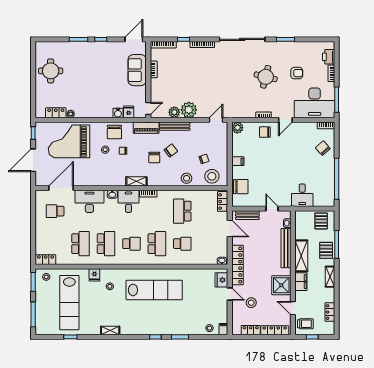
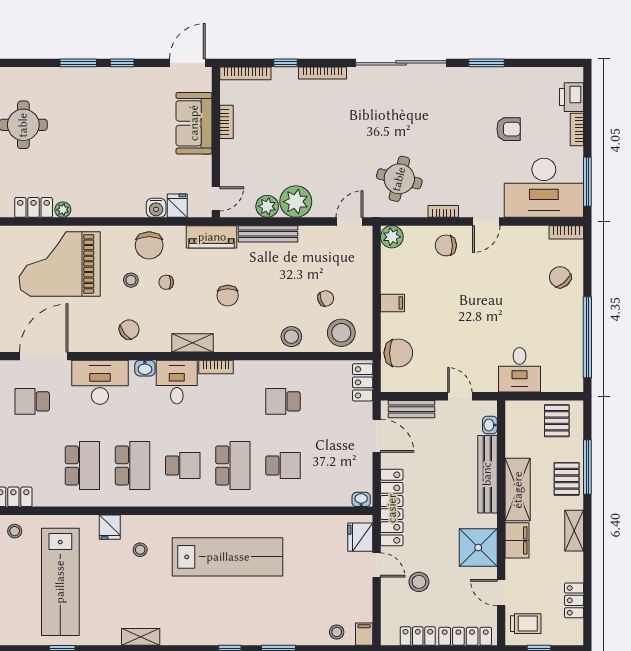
round table: (266, 77) -> (399, 179), moved
chair: (171, 151) -> (129, 330), moved
school desk: (182, 211) -> (283, 401), width x0.54

